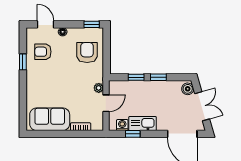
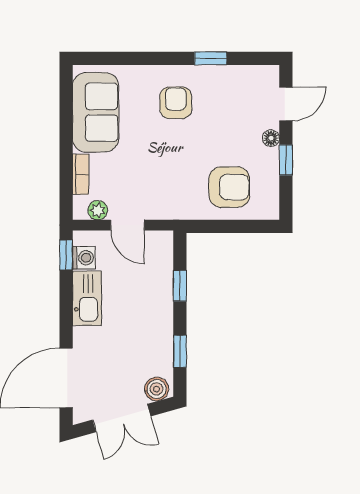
window: (92, 24) -> (286, 160), moved
armchair: (43, 52) -> (176, 103), moved
window: (158, 77) -> (180, 351), moved
plant: (99, 88) -> (98, 210), moved
window: (133, 134) -> (66, 255), moved

